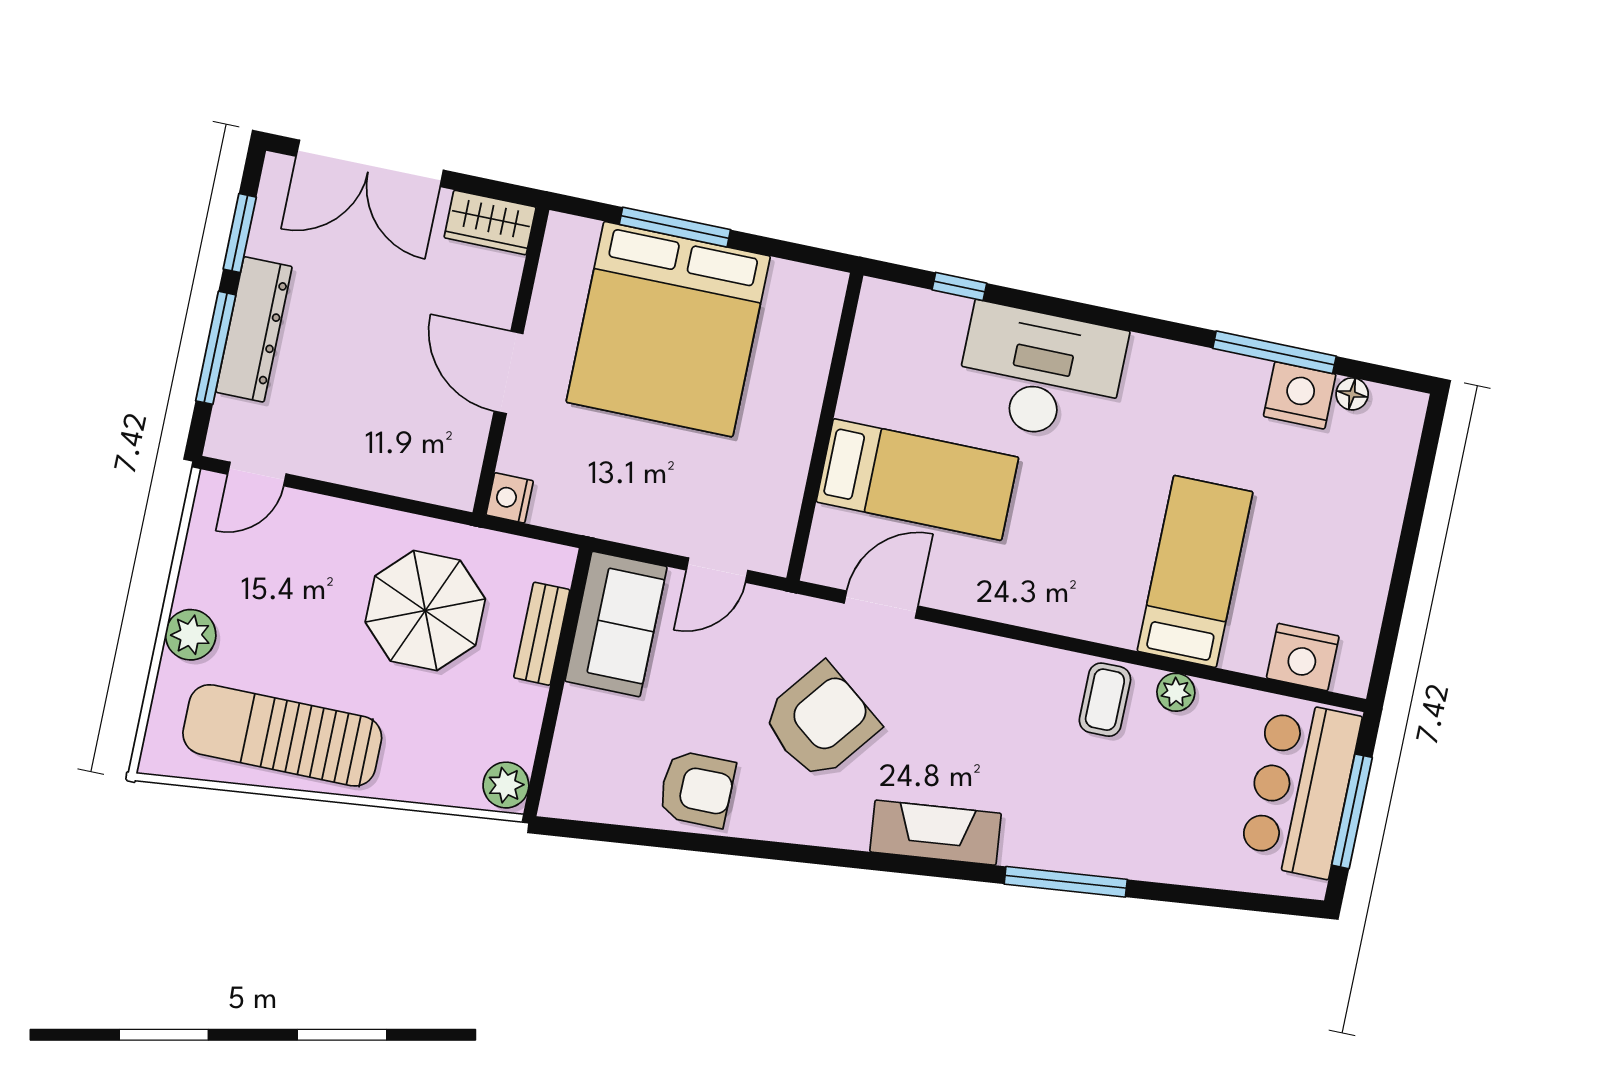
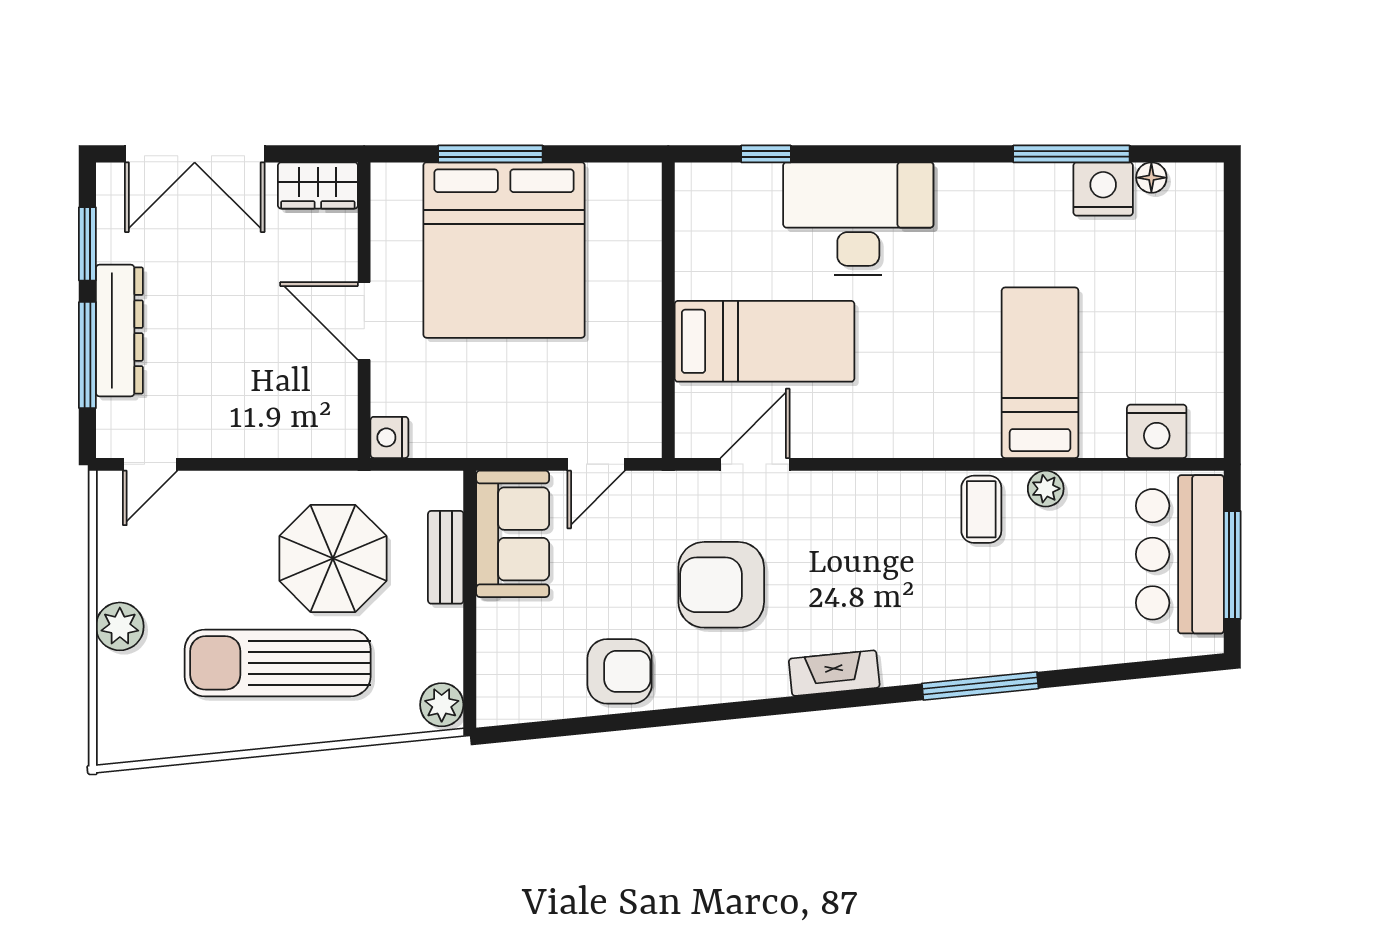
armchair: (820, 722) -> (721, 585), turned -128
sun lounger: (282, 735) -> (278, 663), moved
fireplace: (936, 833) -> (834, 673), width x0.73, depth x0.76

